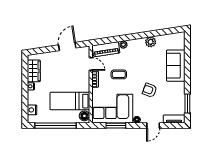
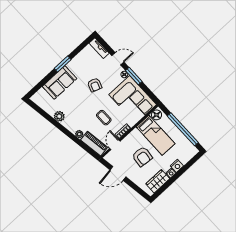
armchair: (63, 76) -> (142, 156), added
window: (187, 103) -> (63, 64), moved
nightstand: (32, 110) -> (177, 166), moved
window: (116, 126) -> (134, 76), moved

